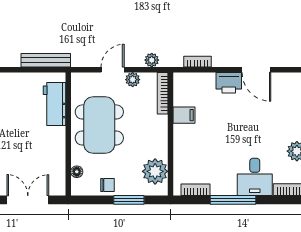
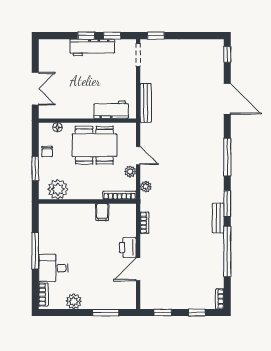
bookcase: (196, 190) -> (43, 221), removed

